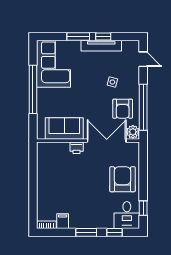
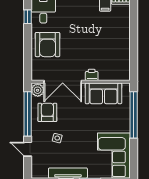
door: (143, 59) -> (28, 149), moved
window: (33, 89) -> (134, 115), moved

